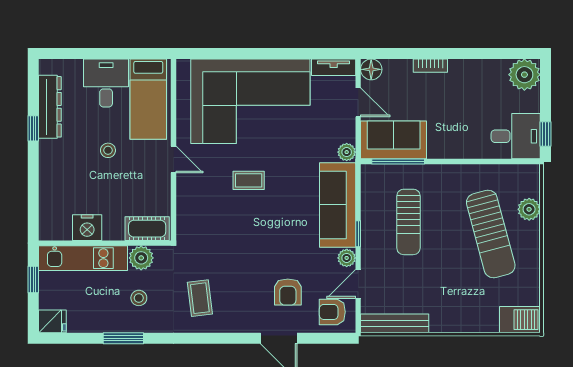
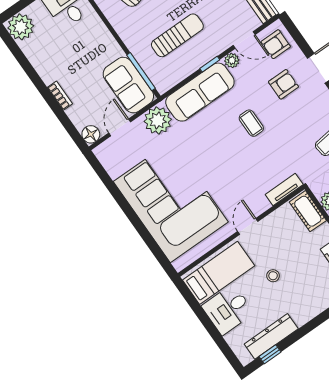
tv unit: (334, 67) -> (284, 190), moved, turned -90
window: (33, 128) -> (270, 354), moved
plant: (347, 152) -> (158, 120), width x1.88, depth x1.88
coffee table: (249, 180) -> (251, 123), moved
armchair: (332, 312) -> (276, 44), turned 90

